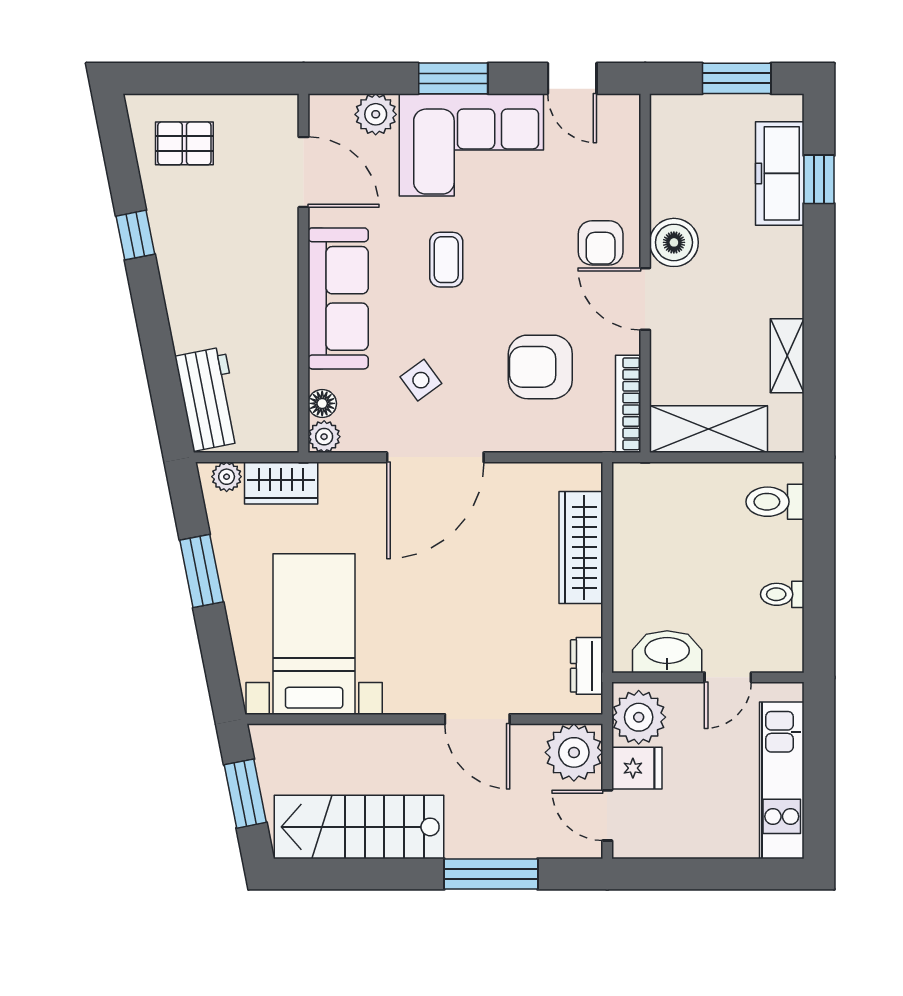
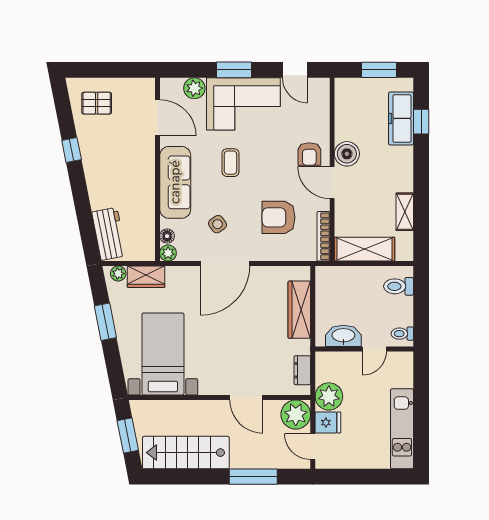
washbasin: (667, 652) -> (343, 336), moved
wall: (708, 677) -> (364, 349), moved
door: (728, 677) -> (374, 349), moved

